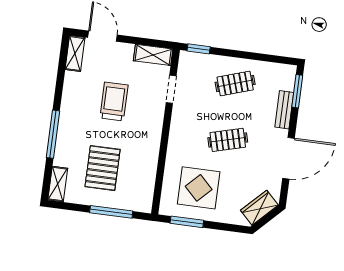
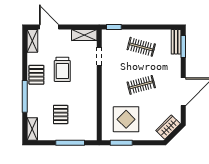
clothes rail: (235, 83) -> (141, 47), turned 33
trolley: (114, 101) -> (62, 69), turned 180
pallet: (75, 104) -> (36, 75), added
bench: (284, 110) -> (176, 42), moved
pallet: (103, 168) -> (61, 114), width x0.67, depth x0.71

